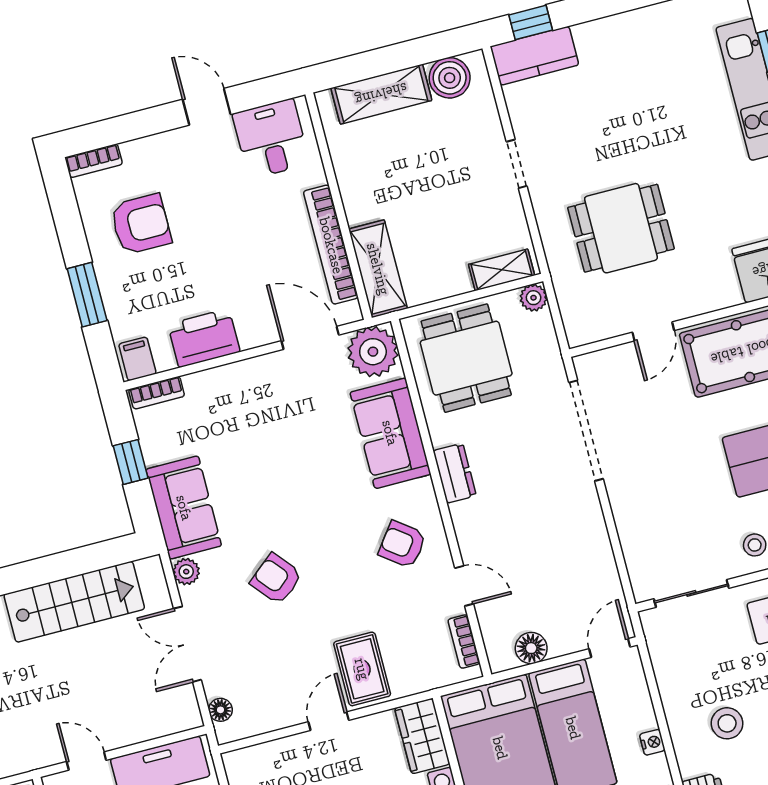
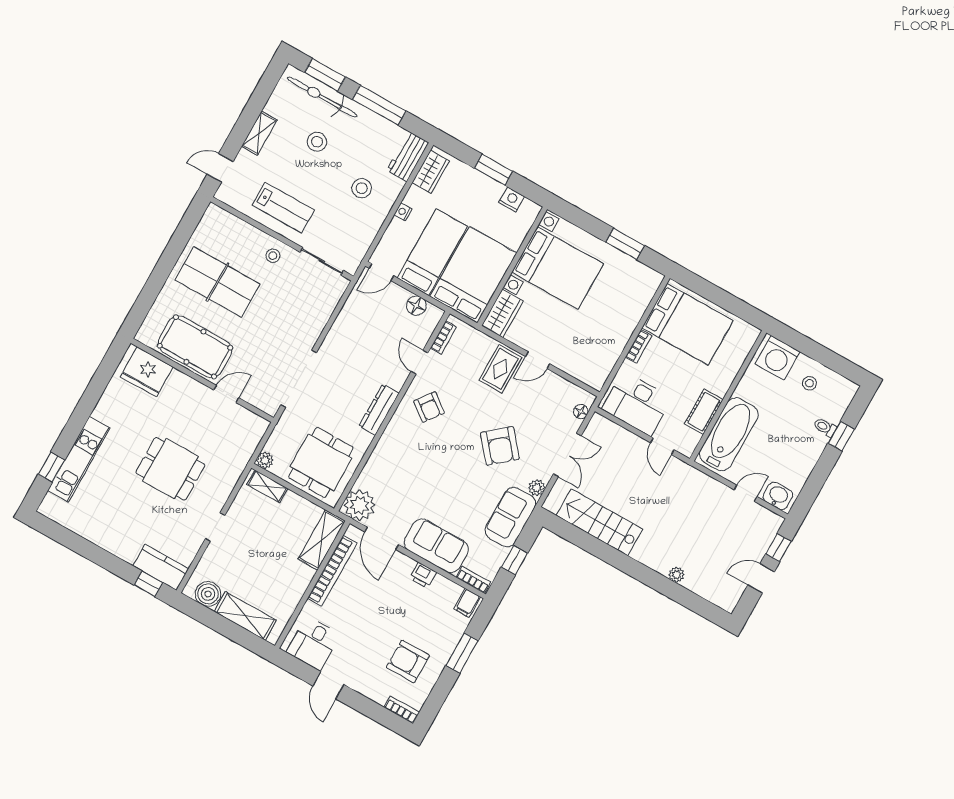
dining table: (621, 228) -> (170, 469), moved
printer: (204, 338) -> (423, 575), width x0.53, depth x0.68
sofa: (390, 433) -> (436, 546), moved, turned -90
dresser: (455, 473) -> (379, 410), width x1.44
armchair: (276, 579) -> (500, 446), width x1.38, depth x1.38

